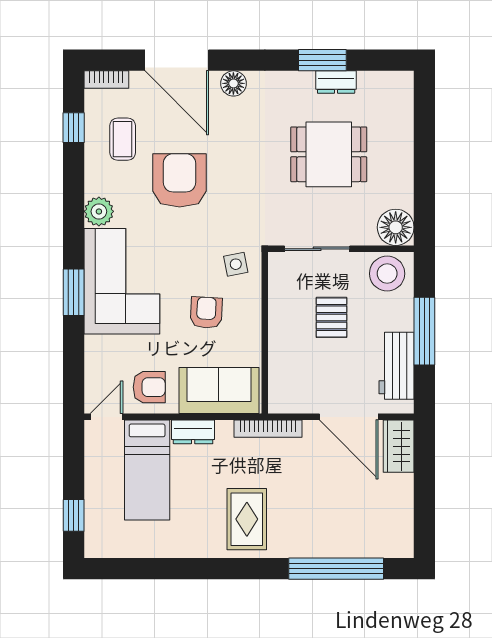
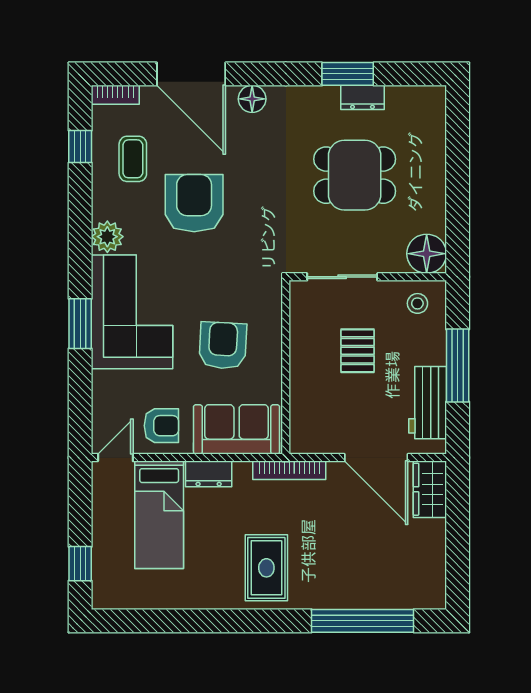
side table: (236, 264) -> (255, 293), removed
stool: (387, 274) -> (417, 303), width x0.53, depth x0.53
armchair: (206, 313) -> (223, 345), width x1.38, depth x1.38

